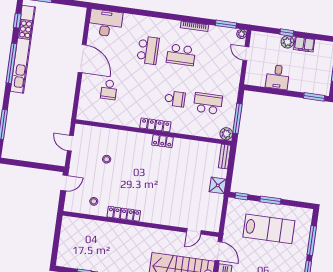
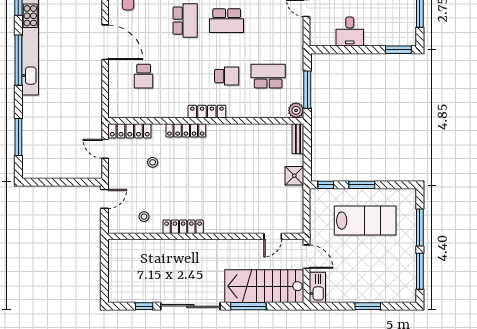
locker: (92, 132) -> (130, 131), added
locker: (162, 141) -> (186, 130), moved, width x1.53

